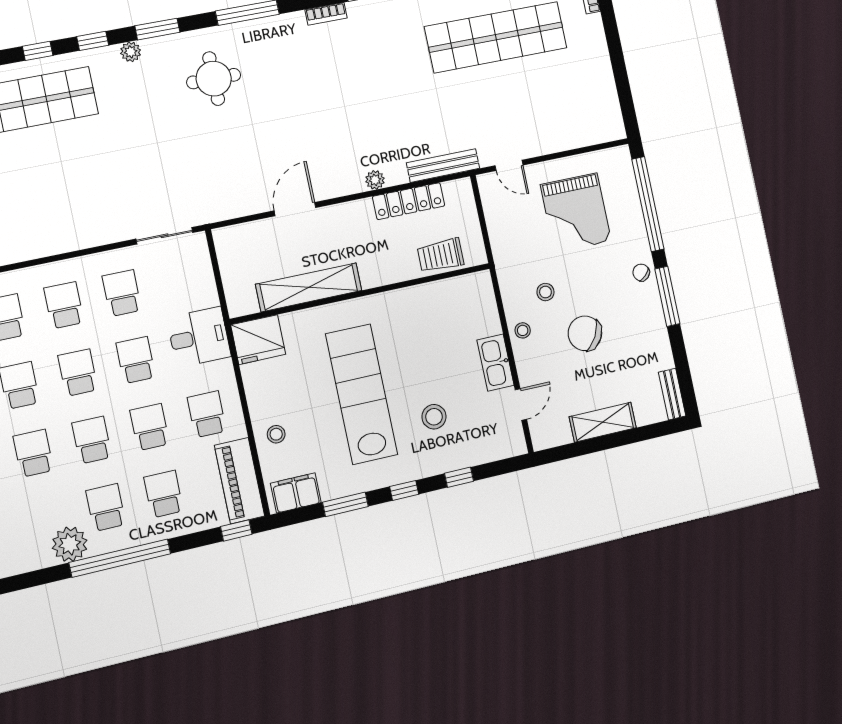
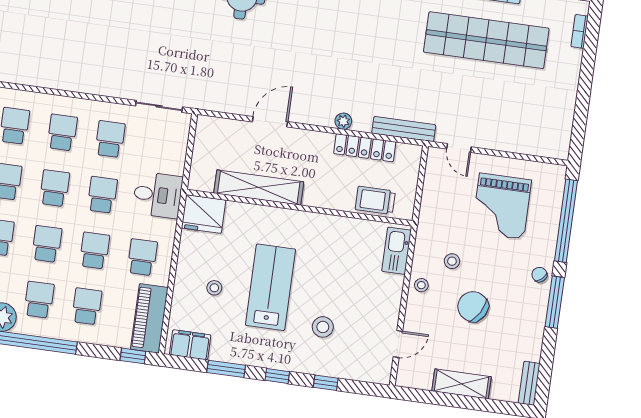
kitchen sink: (496, 363) -> (397, 251), moved
lab bench: (361, 394) -> (270, 287), width x0.73
stool: (276, 434) -> (214, 288), moved

